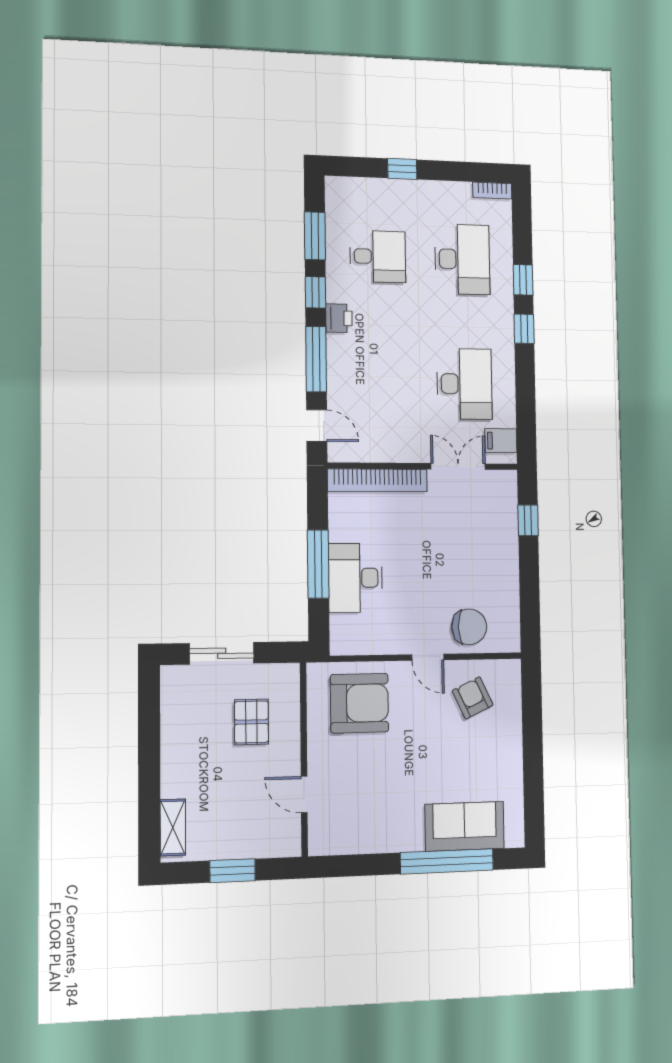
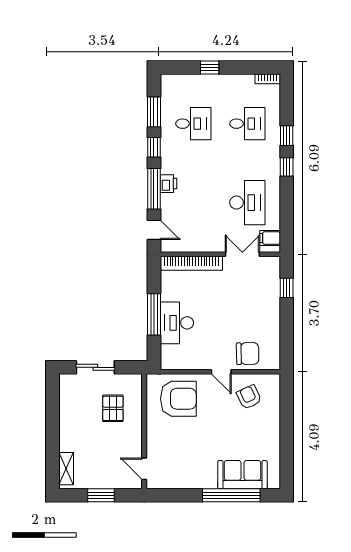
desk: (462, 259) -> (247, 124), width x0.73
printer: (339, 318) -> (168, 184), moved
door: (304, 795) -> (144, 469), moved

